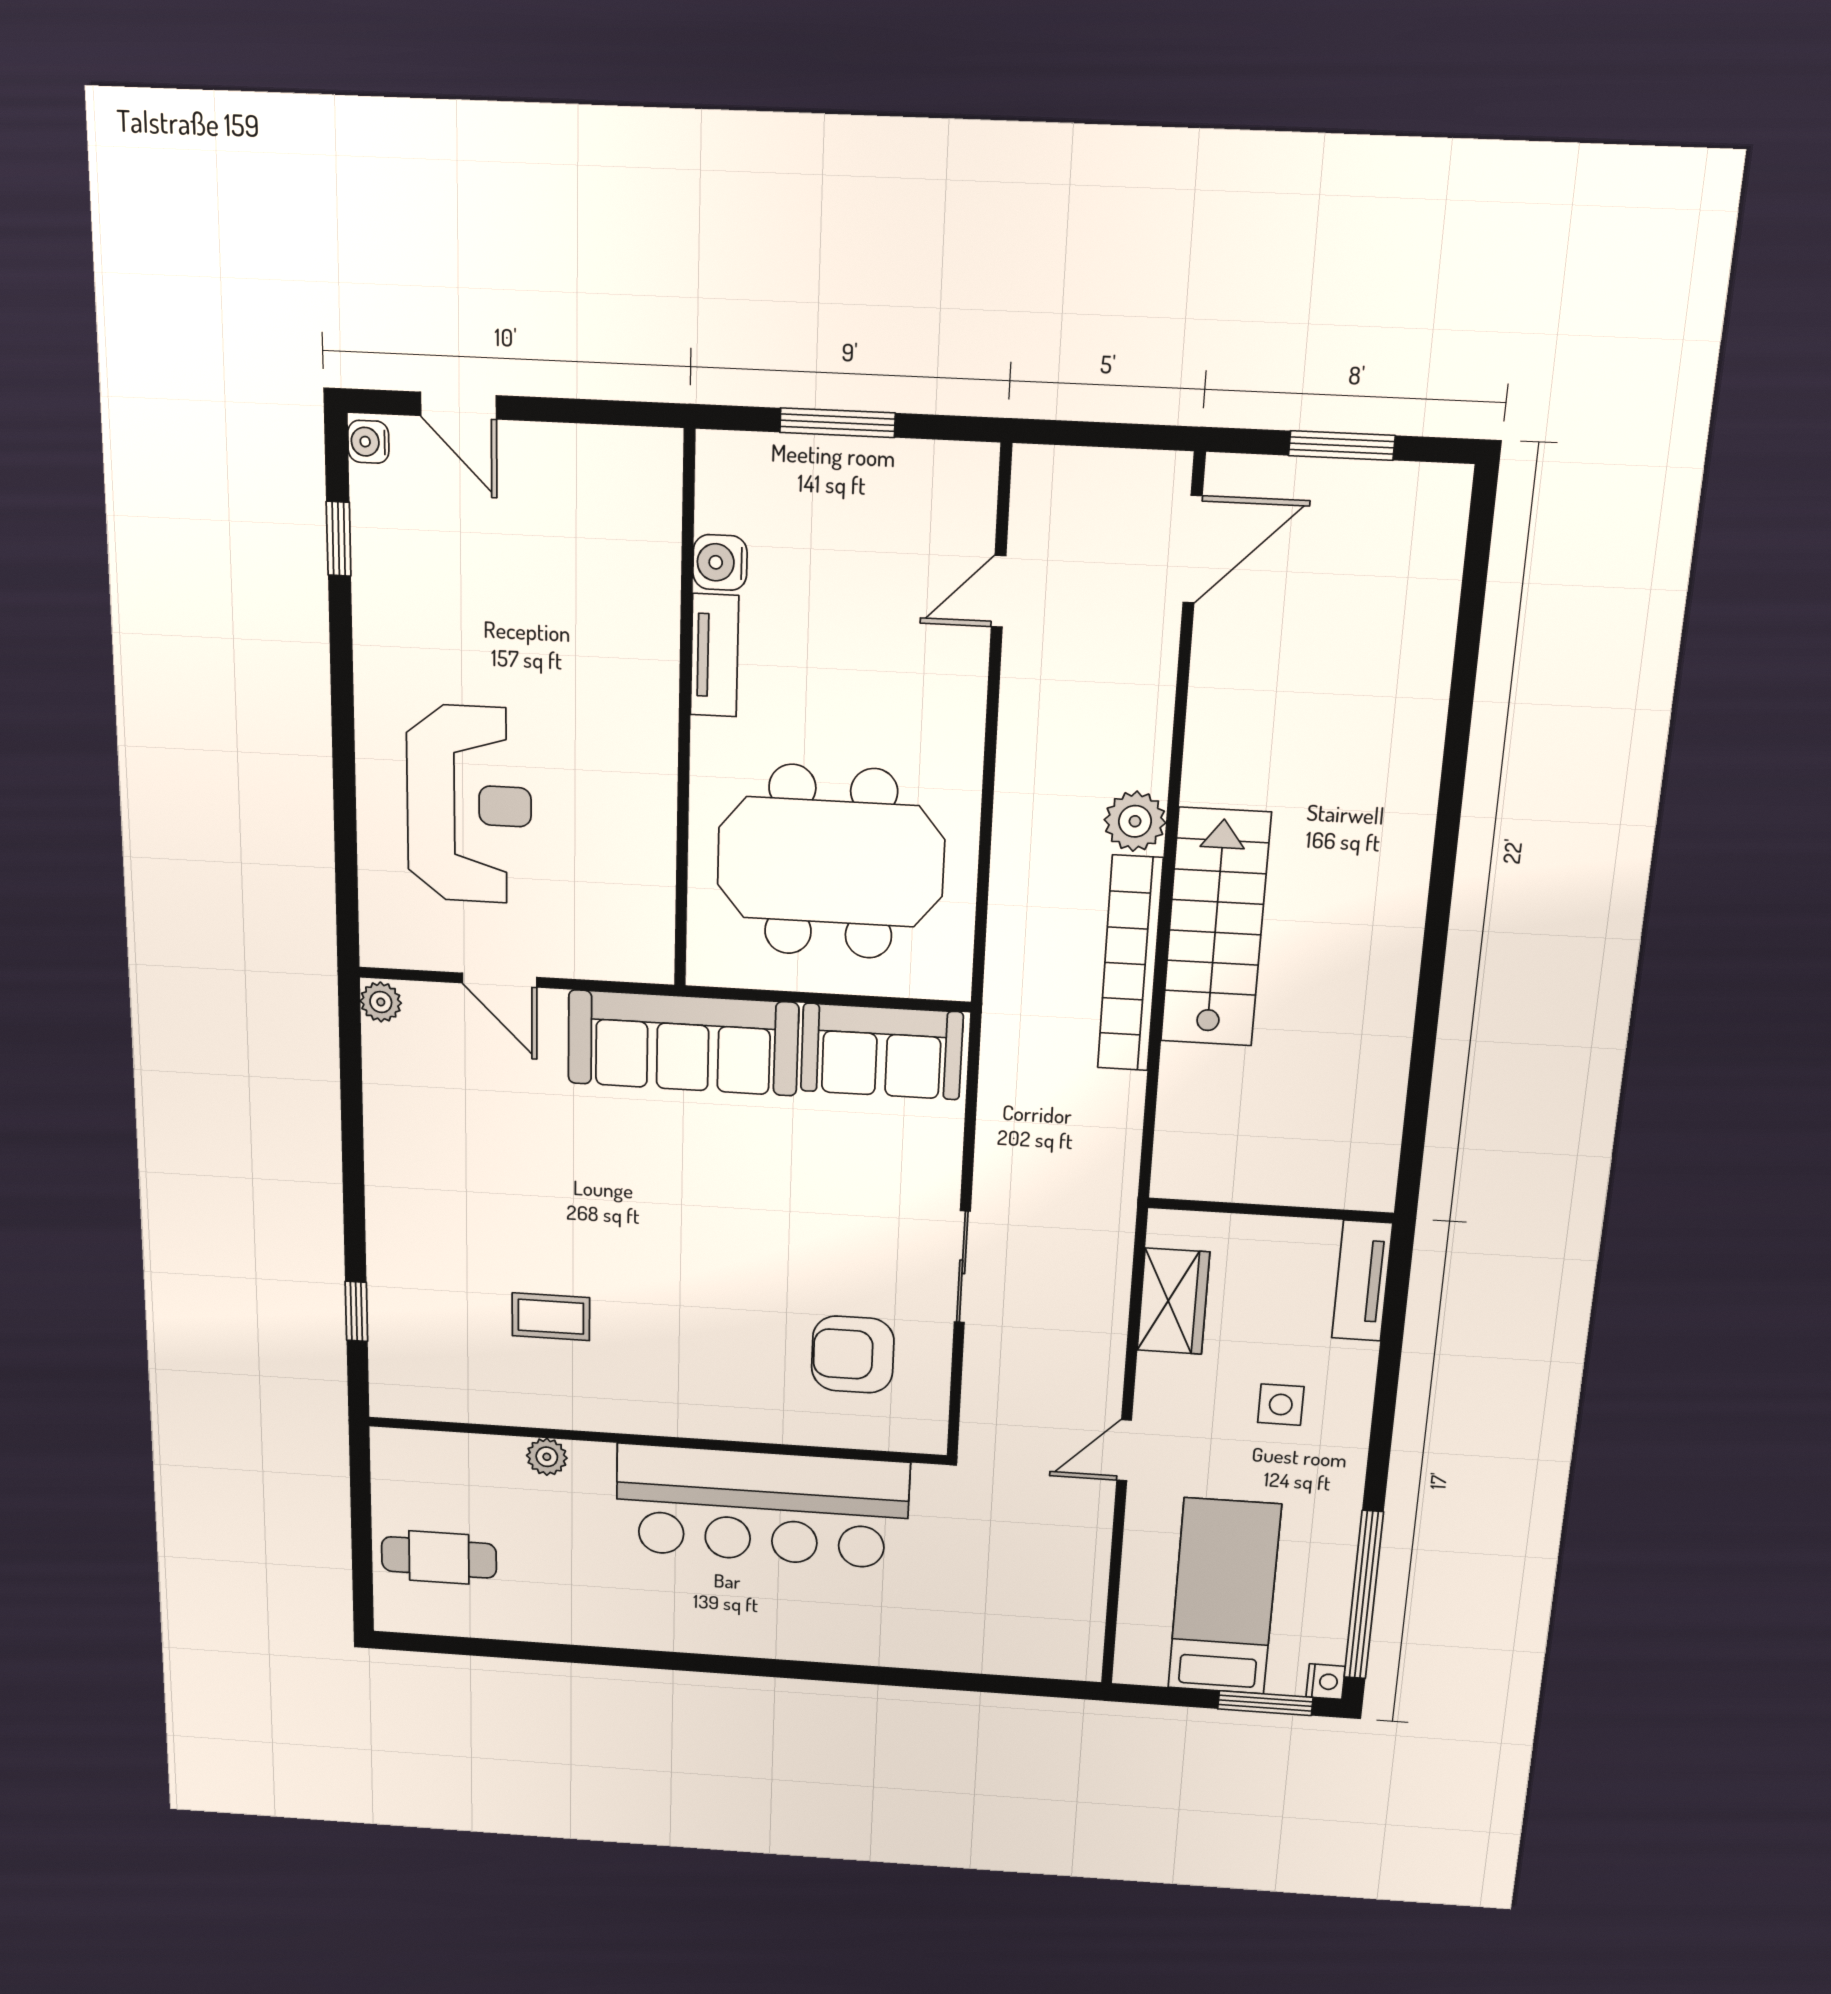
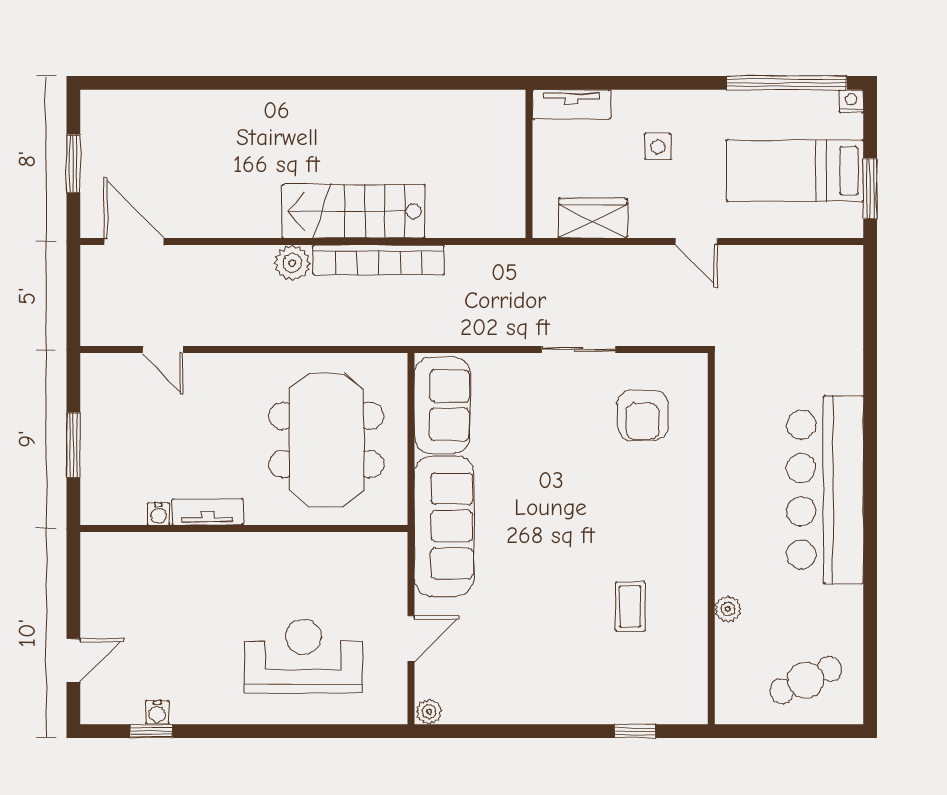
water cooler: (368, 442) -> (157, 713), moved
water cooler: (720, 563) -> (158, 514), width x0.72, depth x0.72
bar counter: (762, 1507) -> (825, 490), moved, turned 180
cafe table: (439, 1557) -> (806, 680), turned 65
window: (1265, 1703) -> (870, 189), moved

